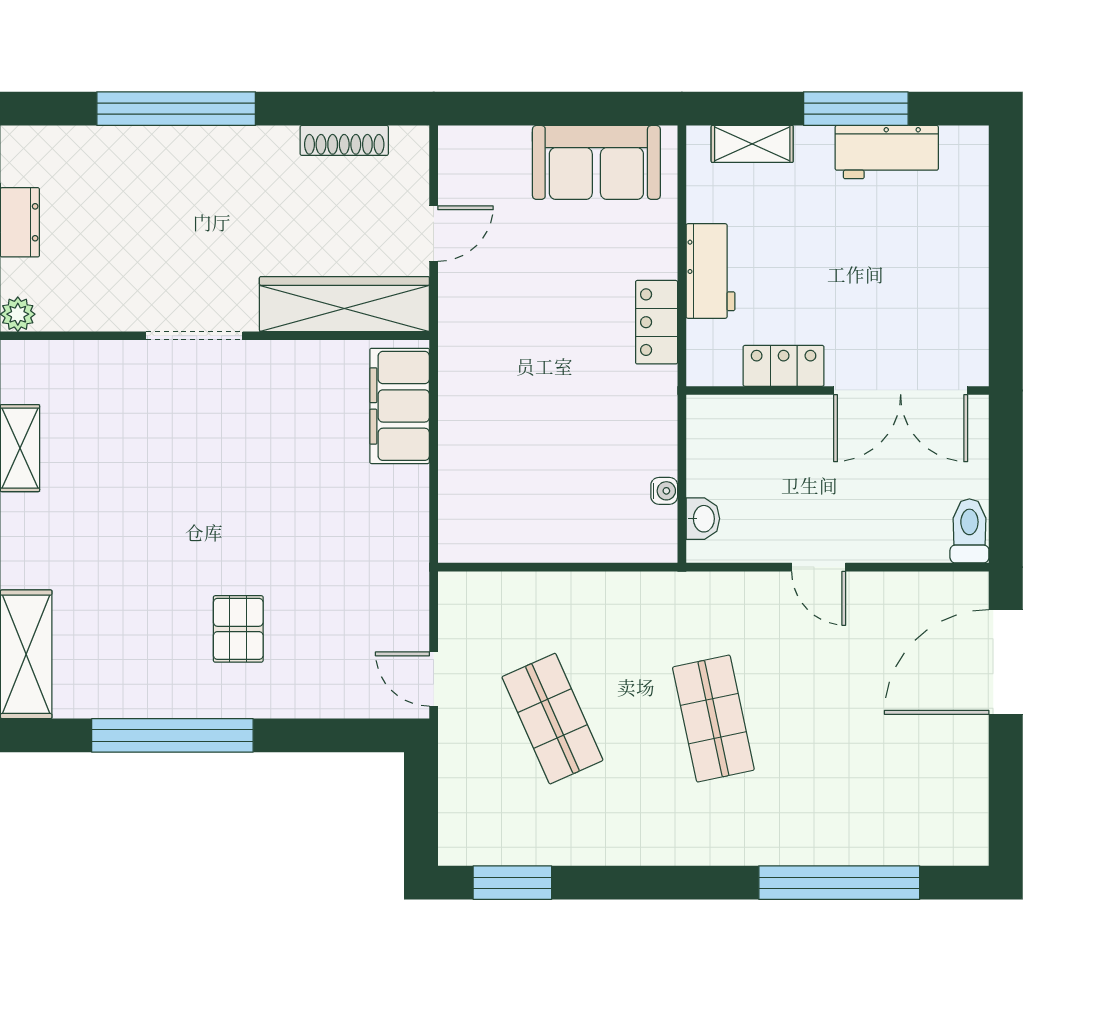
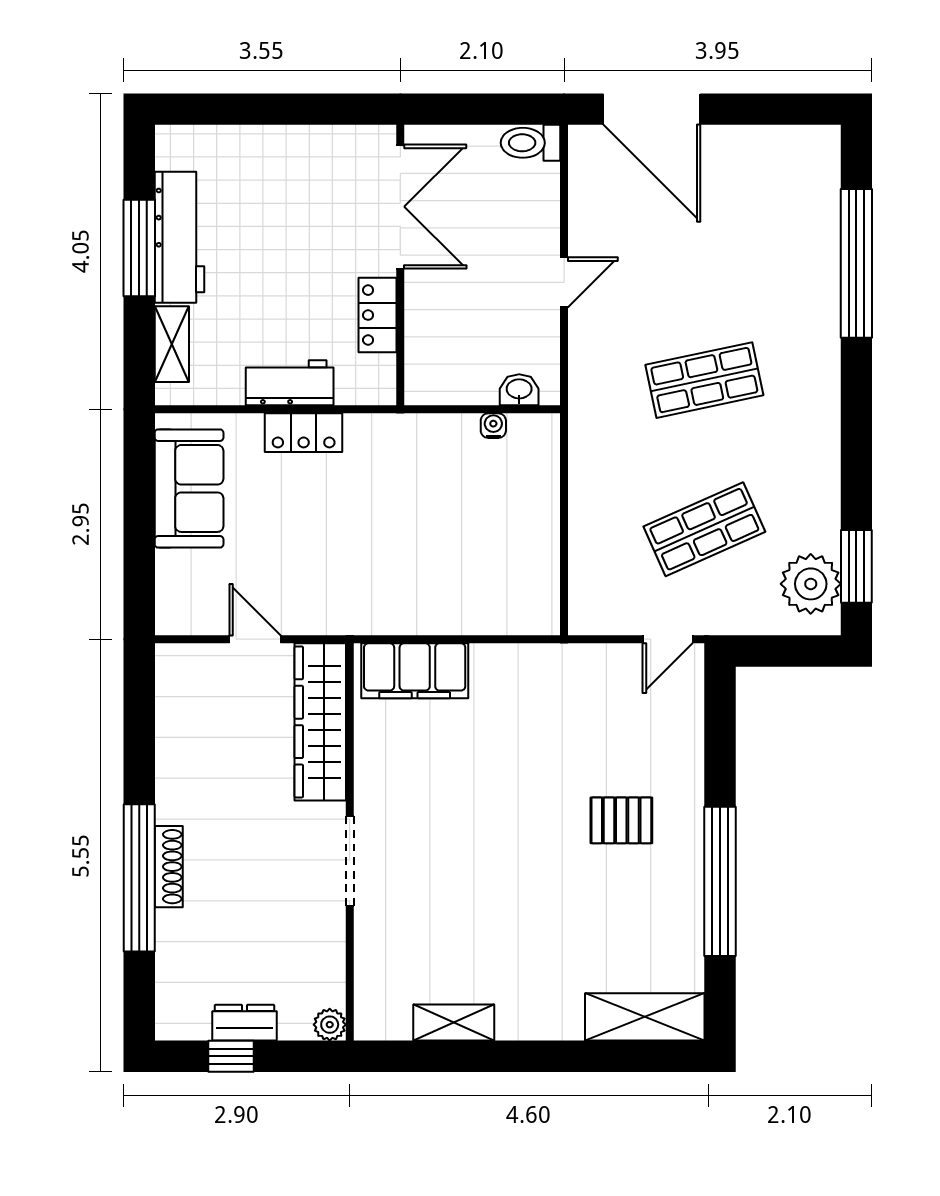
shoe rack: (344, 140) -> (169, 867), moved
workbench: (887, 152) -> (179, 237), width x1.38
locker: (657, 322) -> (304, 433), moved
plant: (493, 833) -> (811, 584), added

